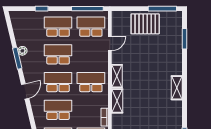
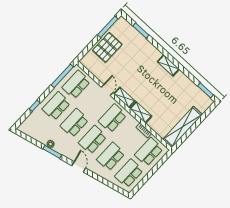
door: (110, 43) -> (107, 90), moved

